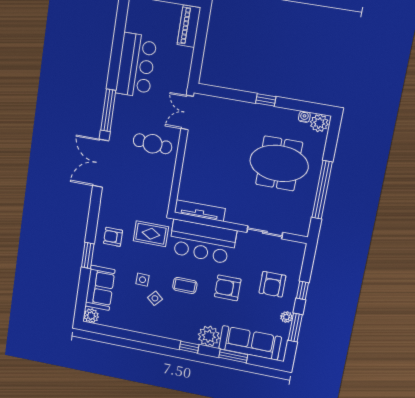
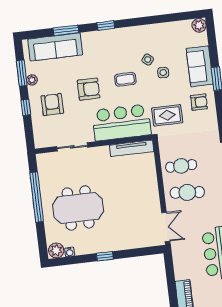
cafe table: (151, 175) -> (181, 166), added
sofa: (100, 288) -> (200, 66), moved
plant: (209, 336) -> (92, 41), removed

